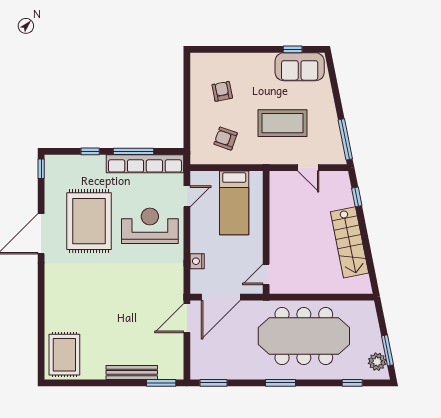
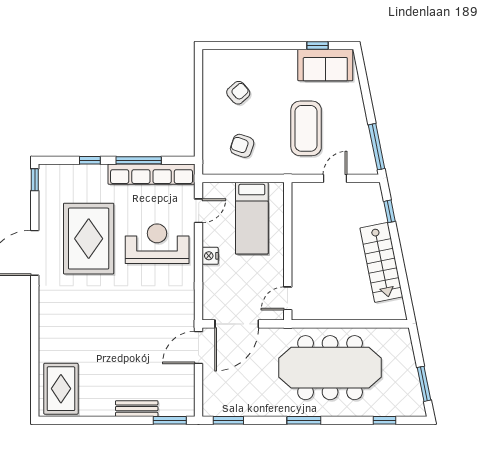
armchair: (222, 91) -> (238, 93), turned 59
coffee table: (282, 123) -> (306, 128), turned 90
door: (308, 168) -> (335, 178), swing flipped
nightstand: (197, 261) -> (210, 256), moved
plant: (377, 362) -> (412, 397), removed
bench: (132, 372) -> (137, 409), width x0.73

